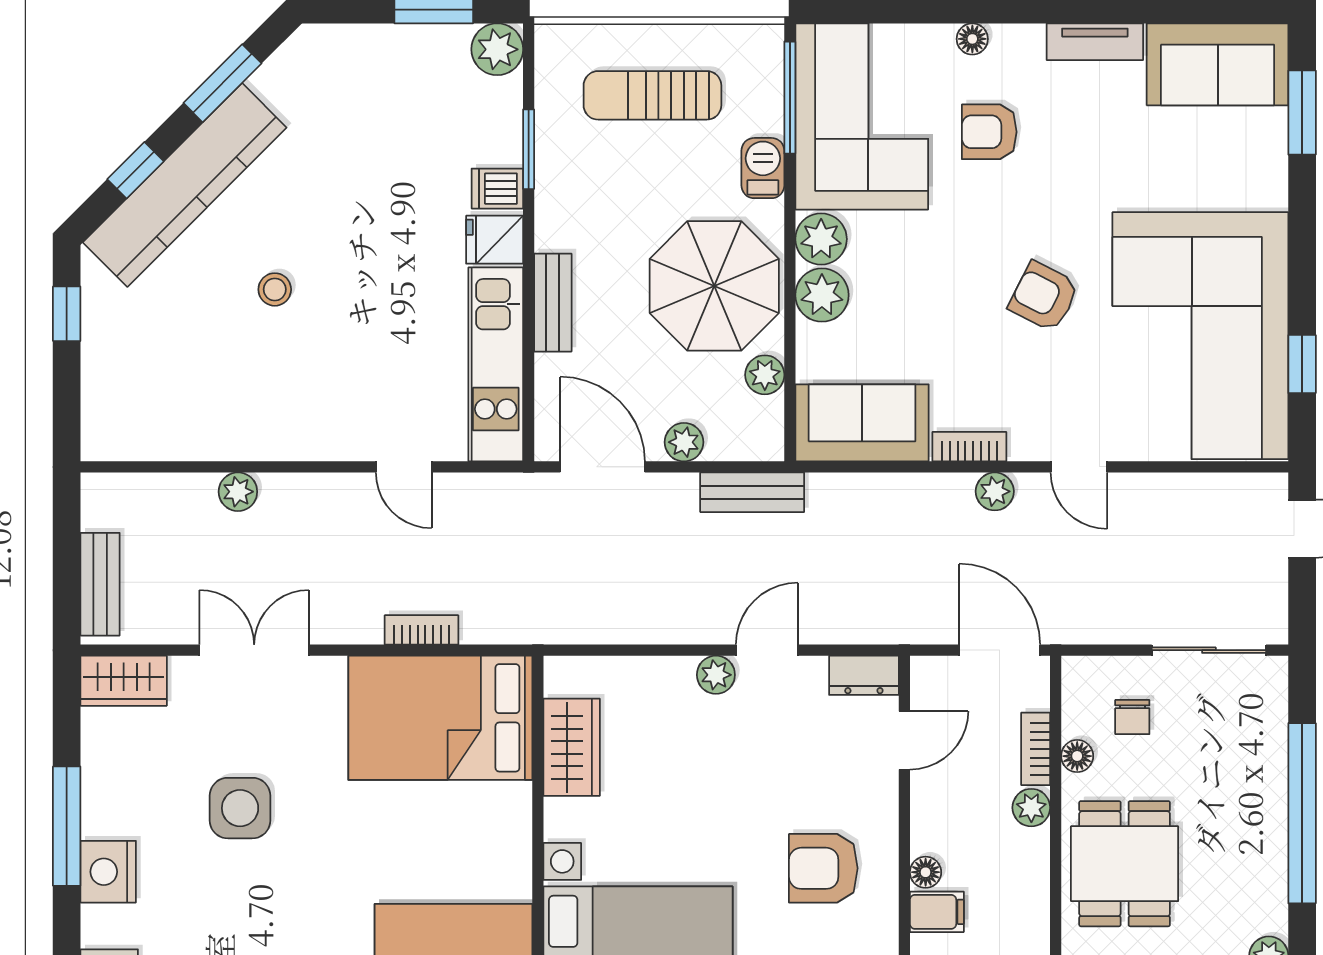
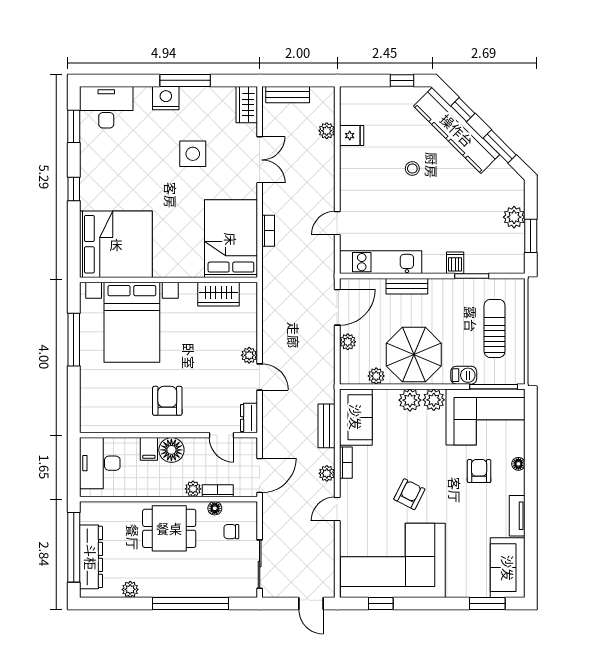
plant: (497, 49) -> (514, 217), moved
fridge: (495, 240) -> (352, 136), moved, turned 90
plant: (238, 492) -> (327, 131), moved
bench: (752, 492) -> (326, 426), moved
floor lamp: (926, 872) -> (171, 450), width x1.89, depth x1.89

